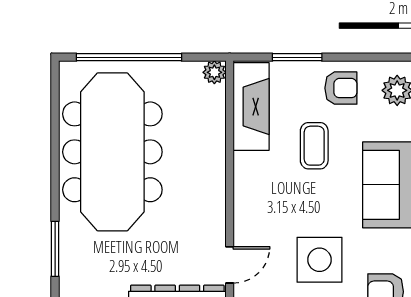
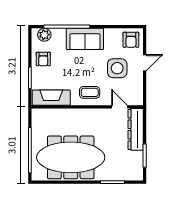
plant: (214, 72) -> (36, 113), removed
armchair: (341, 88) -> (43, 59), turned 180
coffee table: (314, 146) -> (90, 92), moved

